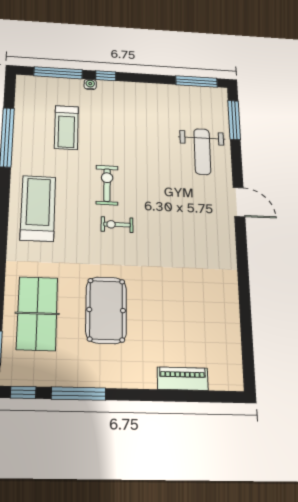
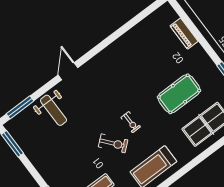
weight bench: (202, 152) -> (54, 110), turned 90
exercise bike: (107, 185) -> (113, 143), turned -130

